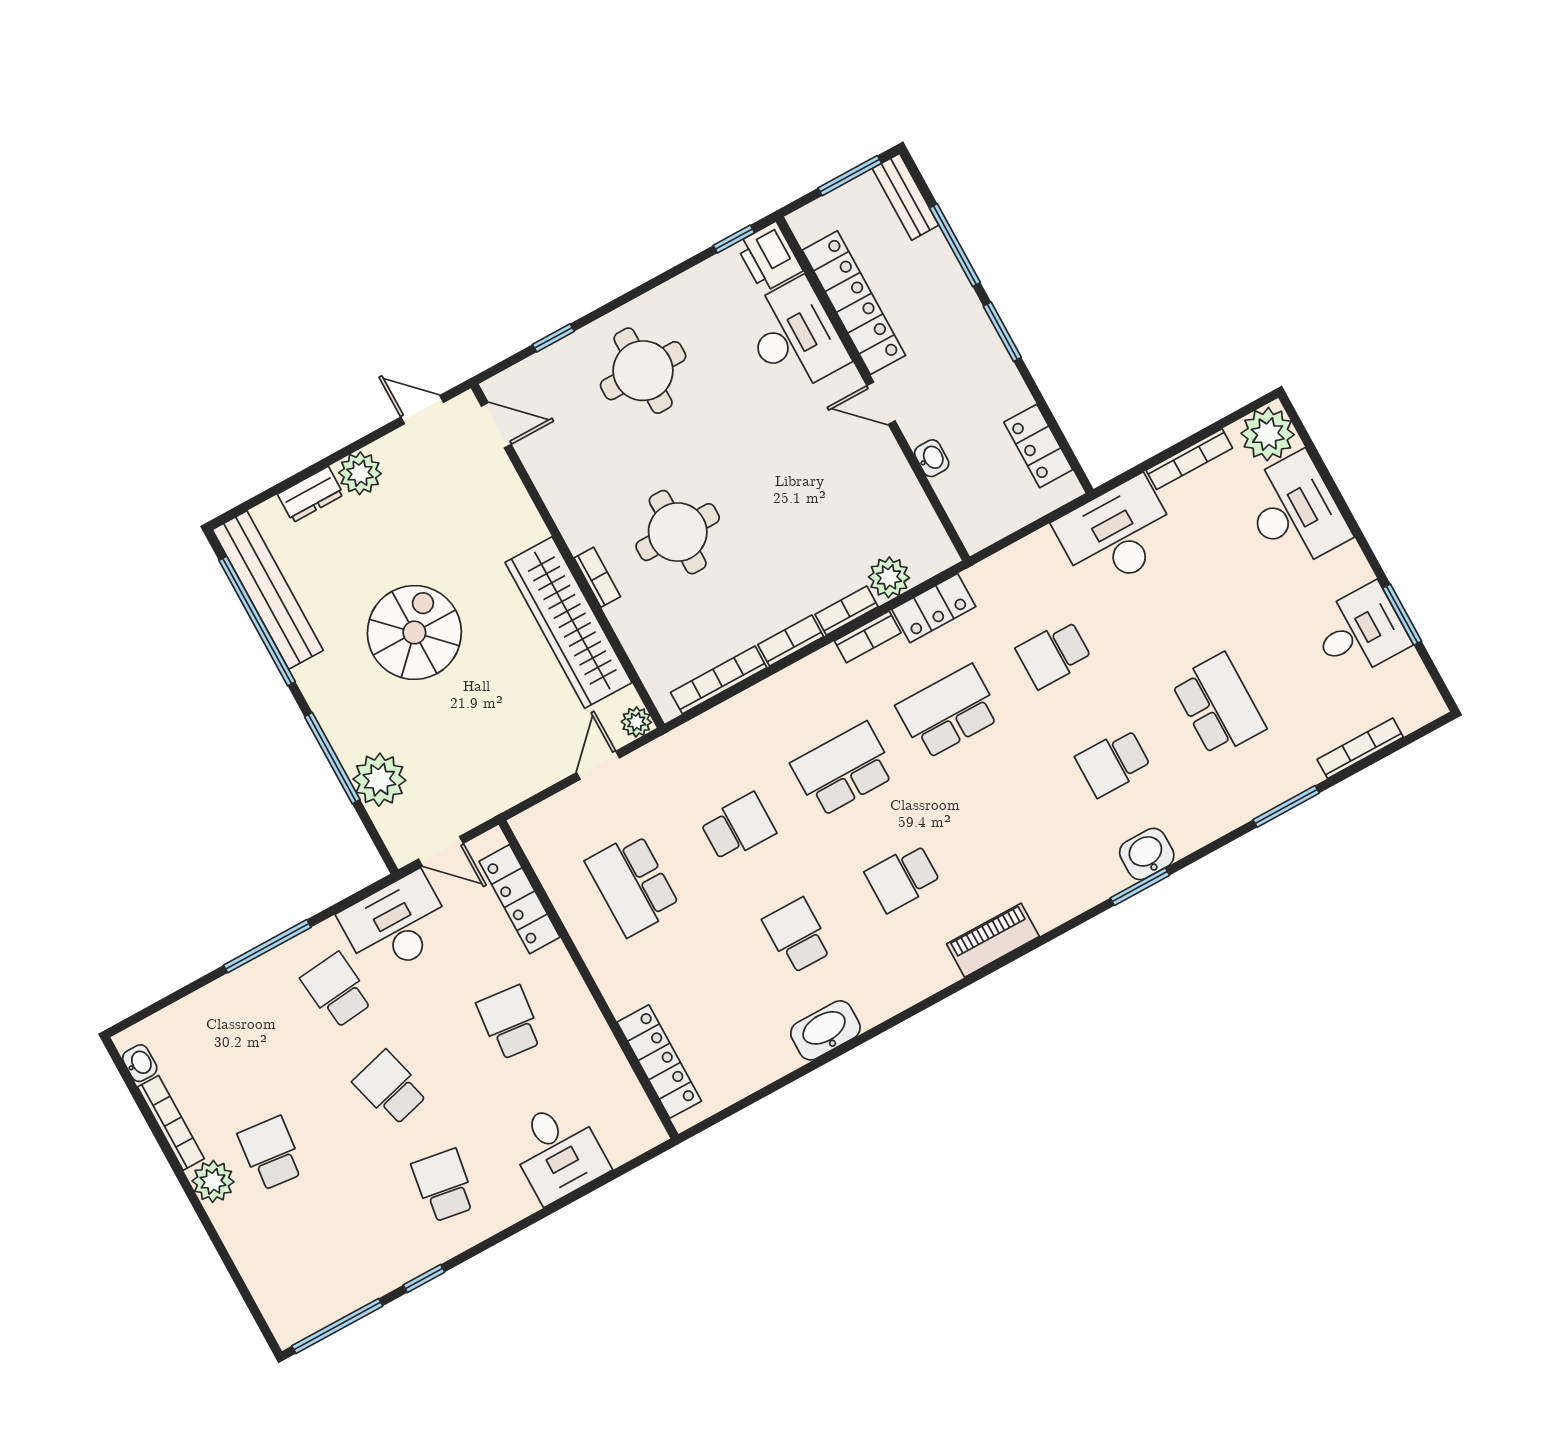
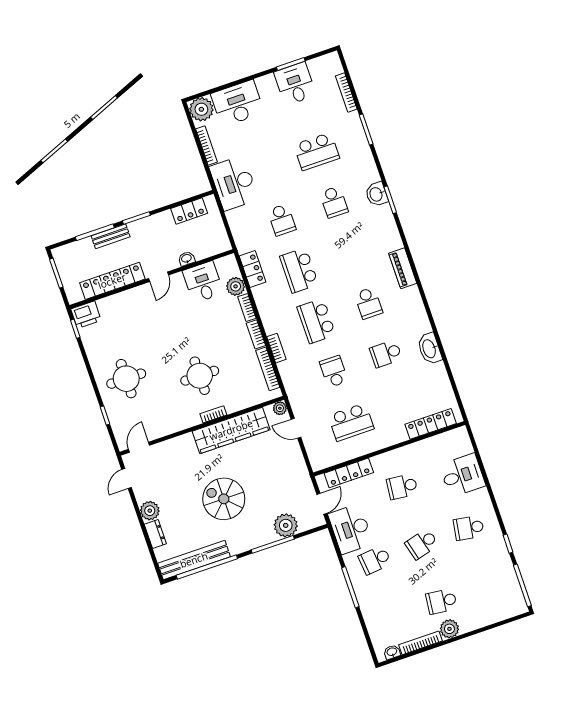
bench: (906, 197) -> (111, 236), moved
desk: (794, 336) -> (203, 282), moved, width x0.73
bookcase: (868, 637) -> (276, 348), moved
school desk: (1219, 705) -> (317, 151), turned 180

